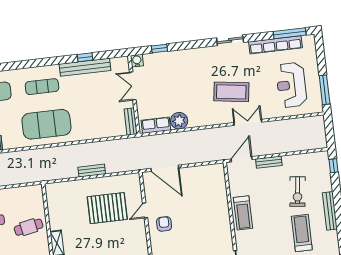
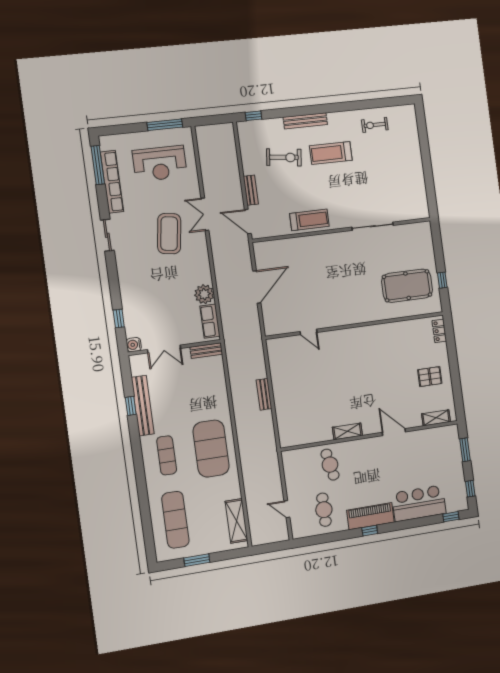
door: (165, 168) -> (257, 287), moved
pallet: (107, 208) -> (307, 375), removed
armchair: (164, 224) -> (323, 310), removed

